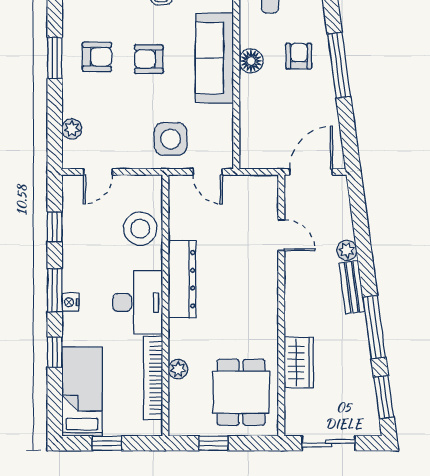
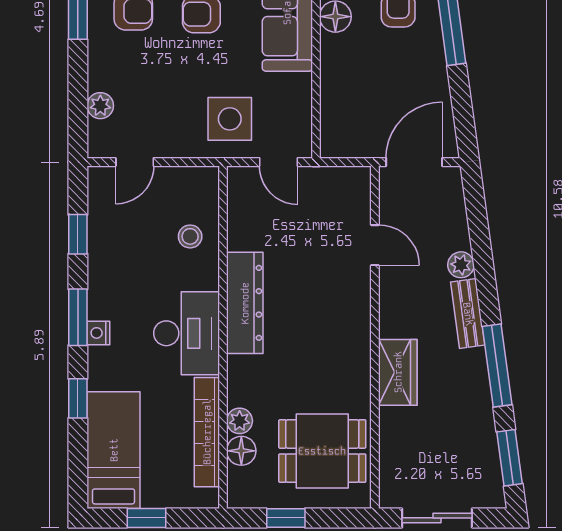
stool: (140, 229) -> (190, 236), width x0.53, depth x0.53
wardrobe: (299, 362) -> (398, 372), moved
floor lamp: (179, 392) -> (241, 451), added
dining table: (241, 392) -> (322, 451), turned 90

